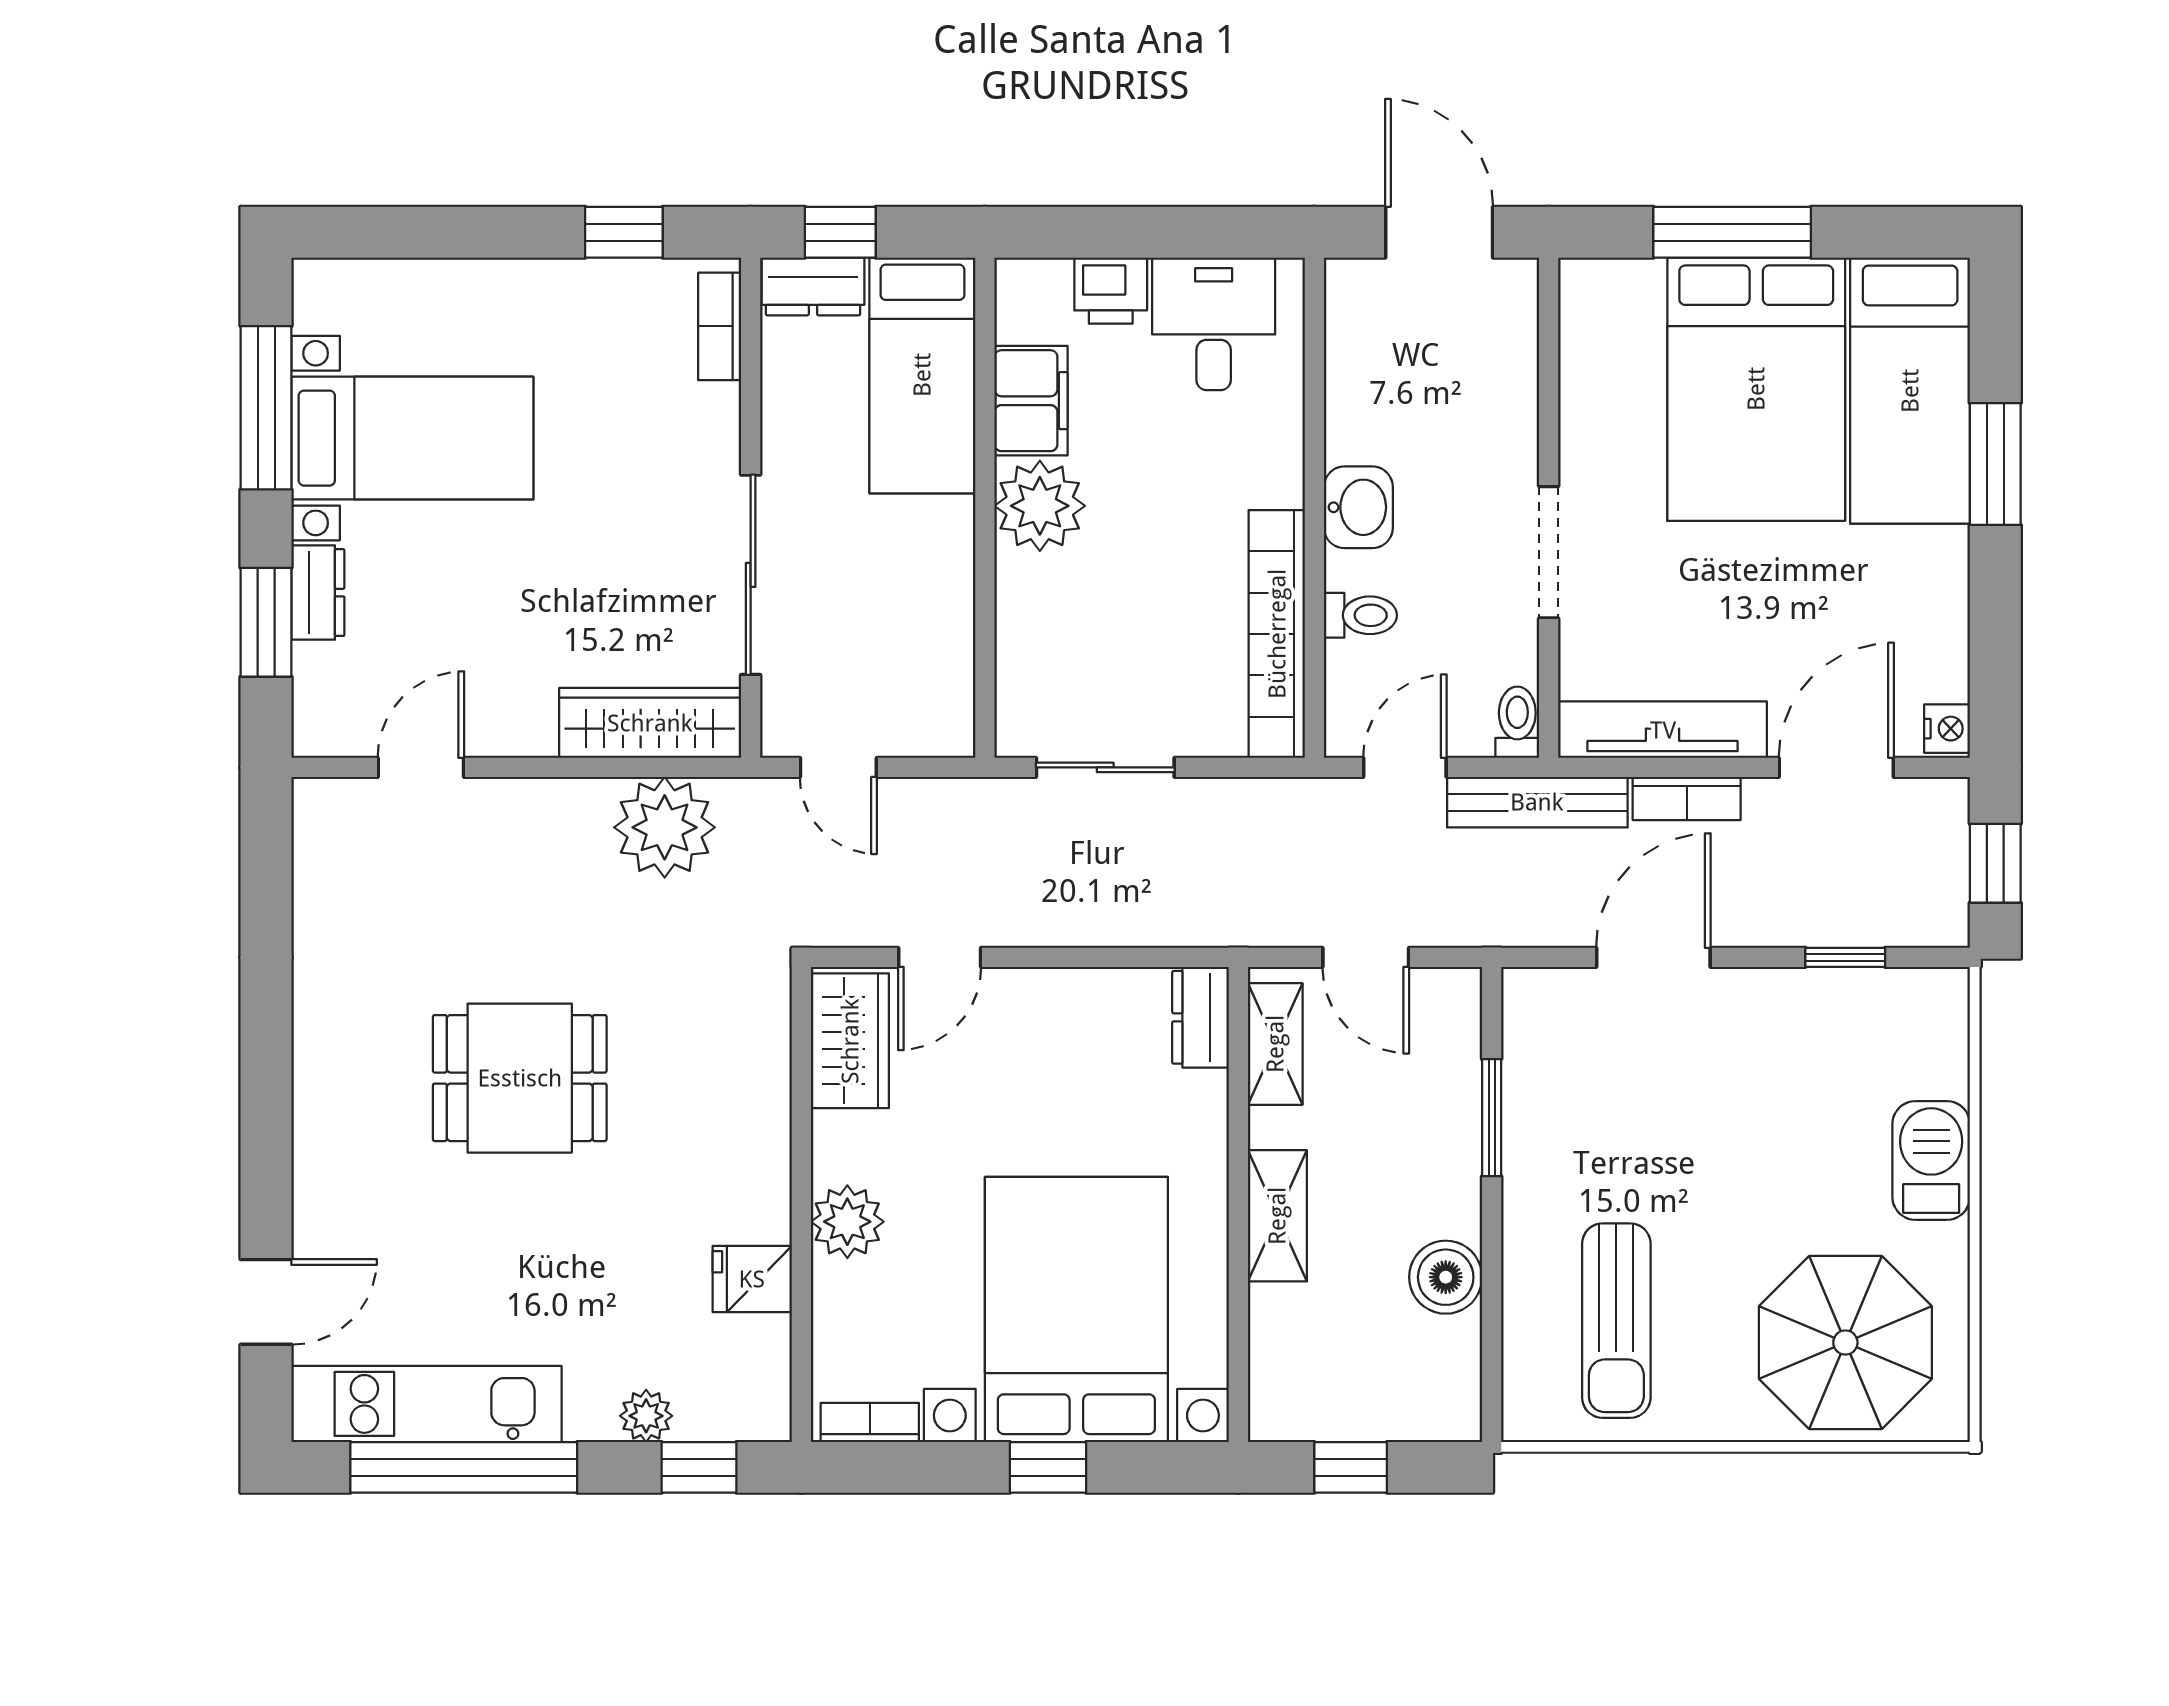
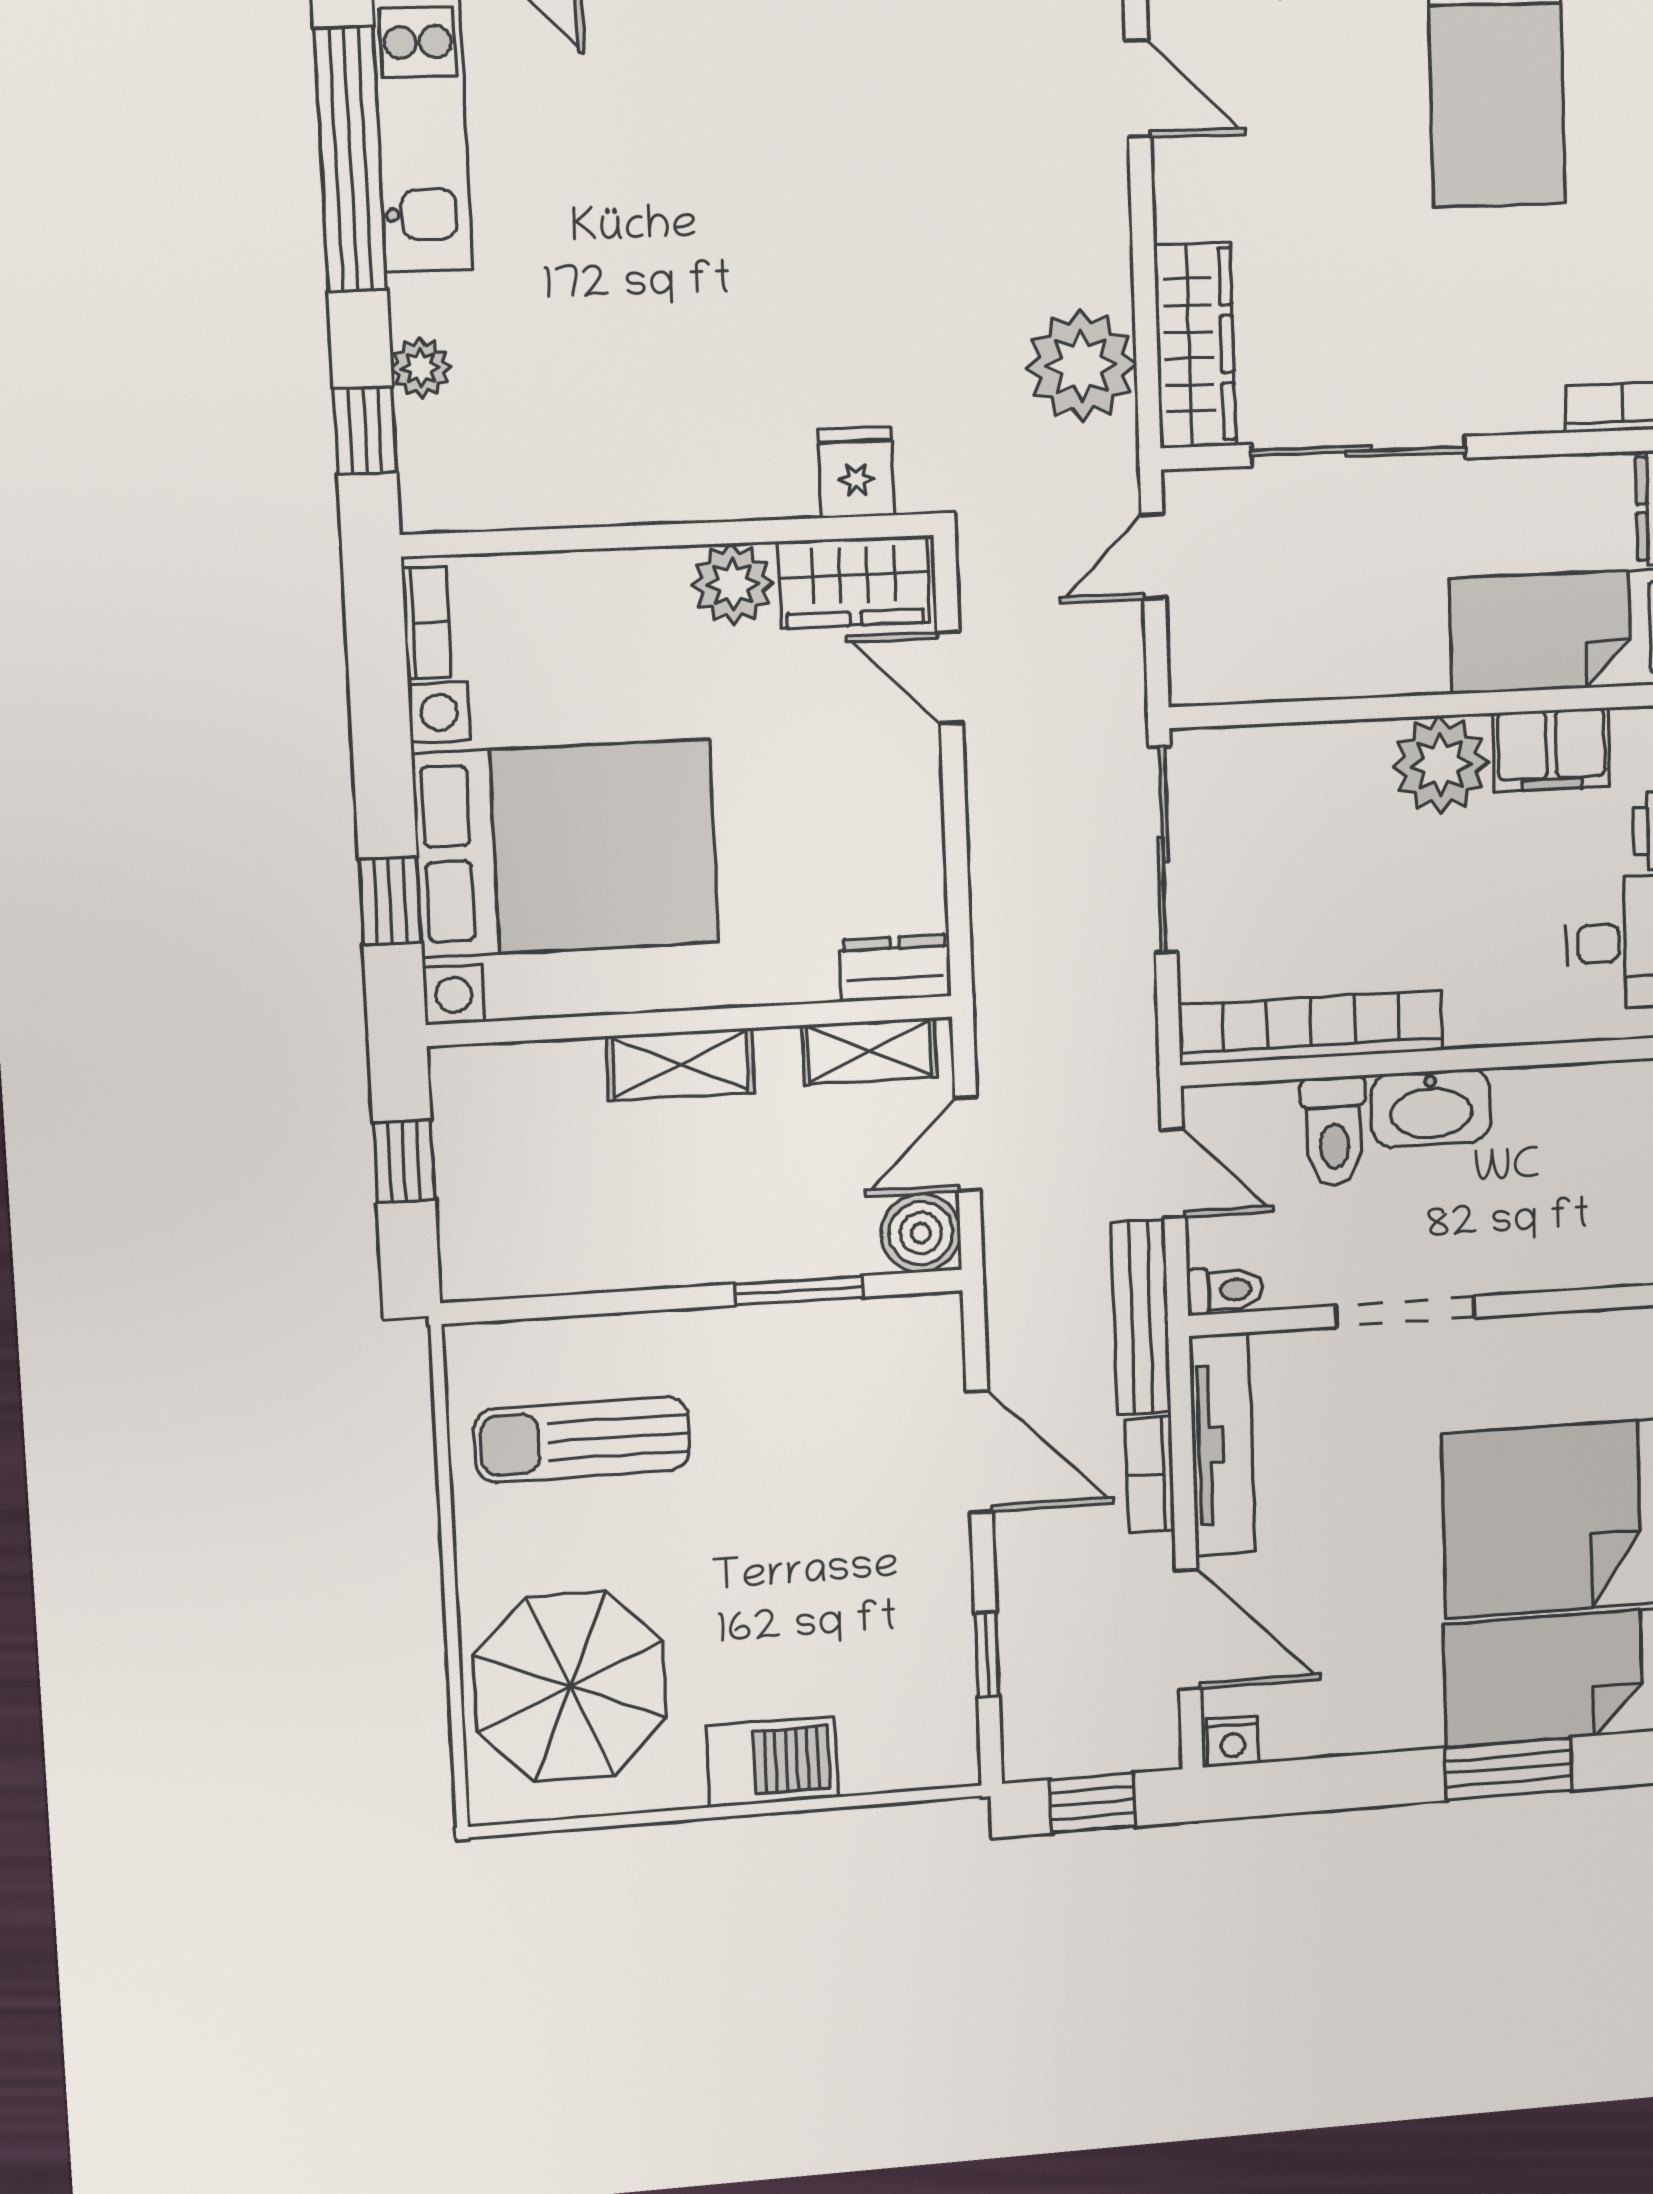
washbasin: (1358, 507) -> (1431, 1108), width x1.38
toilet: (1360, 615) -> (1334, 1131), width x1.37, depth x1.39
sliding door: (1105, 767) -> (1163, 850), width x1.37
dining table: (520, 1078) -> (797, 211), removed
plant: (847, 1222) -> (733, 584), moved
boiler: (1446, 1277) -> (921, 1233), moved
fridge: (752, 1279) -> (856, 472), moved
window: (1048, 1467) -> (390, 901), moved

